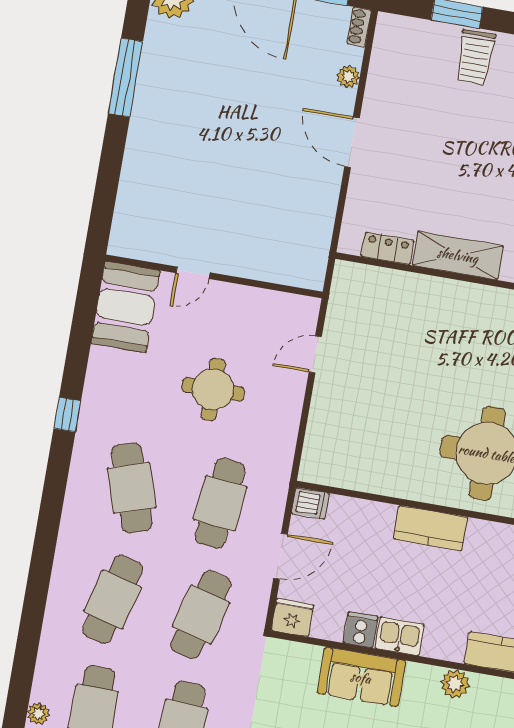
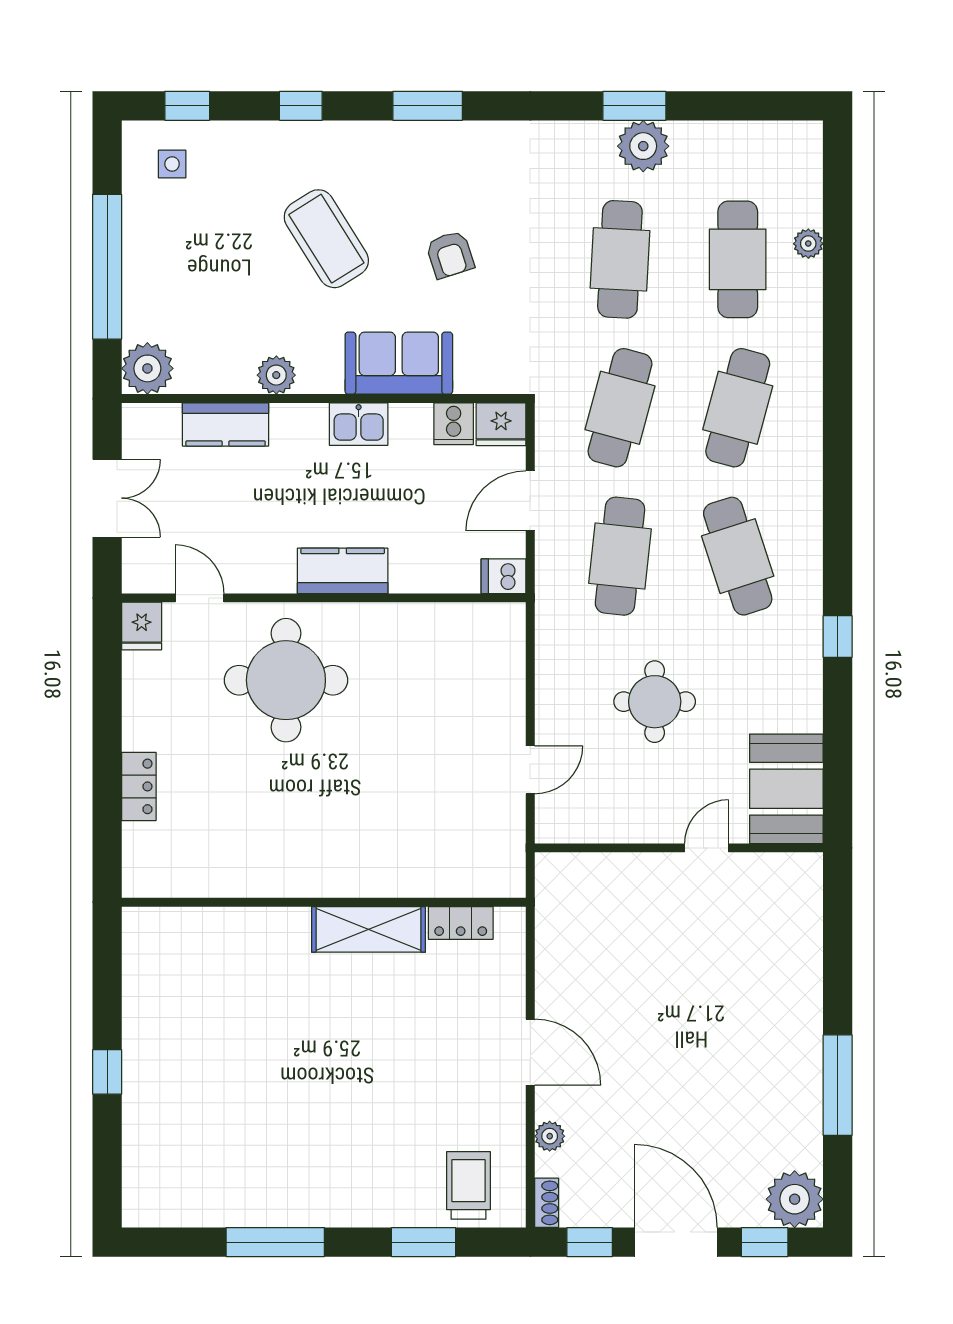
trolley: (475, 57) -> (469, 1185), moved
cooker: (360, 630) -> (454, 424), moved

